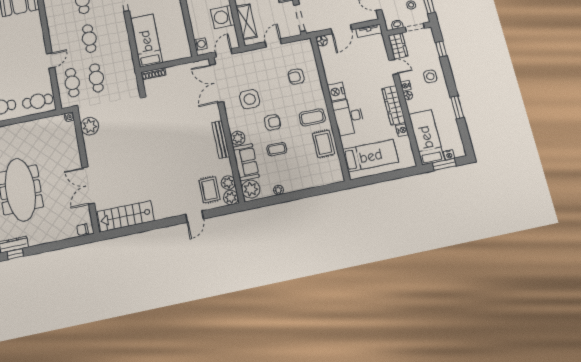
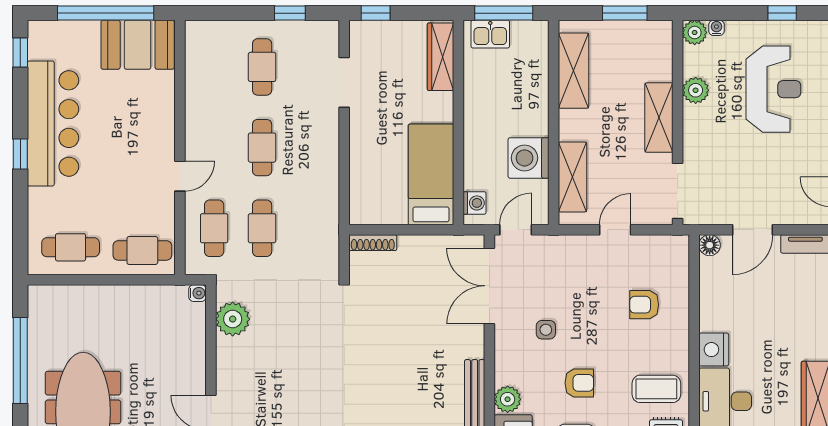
bed: (146, 41) -> (431, 174), moved
side table: (250, 99) -> (546, 330), width x0.54, depth x0.54

